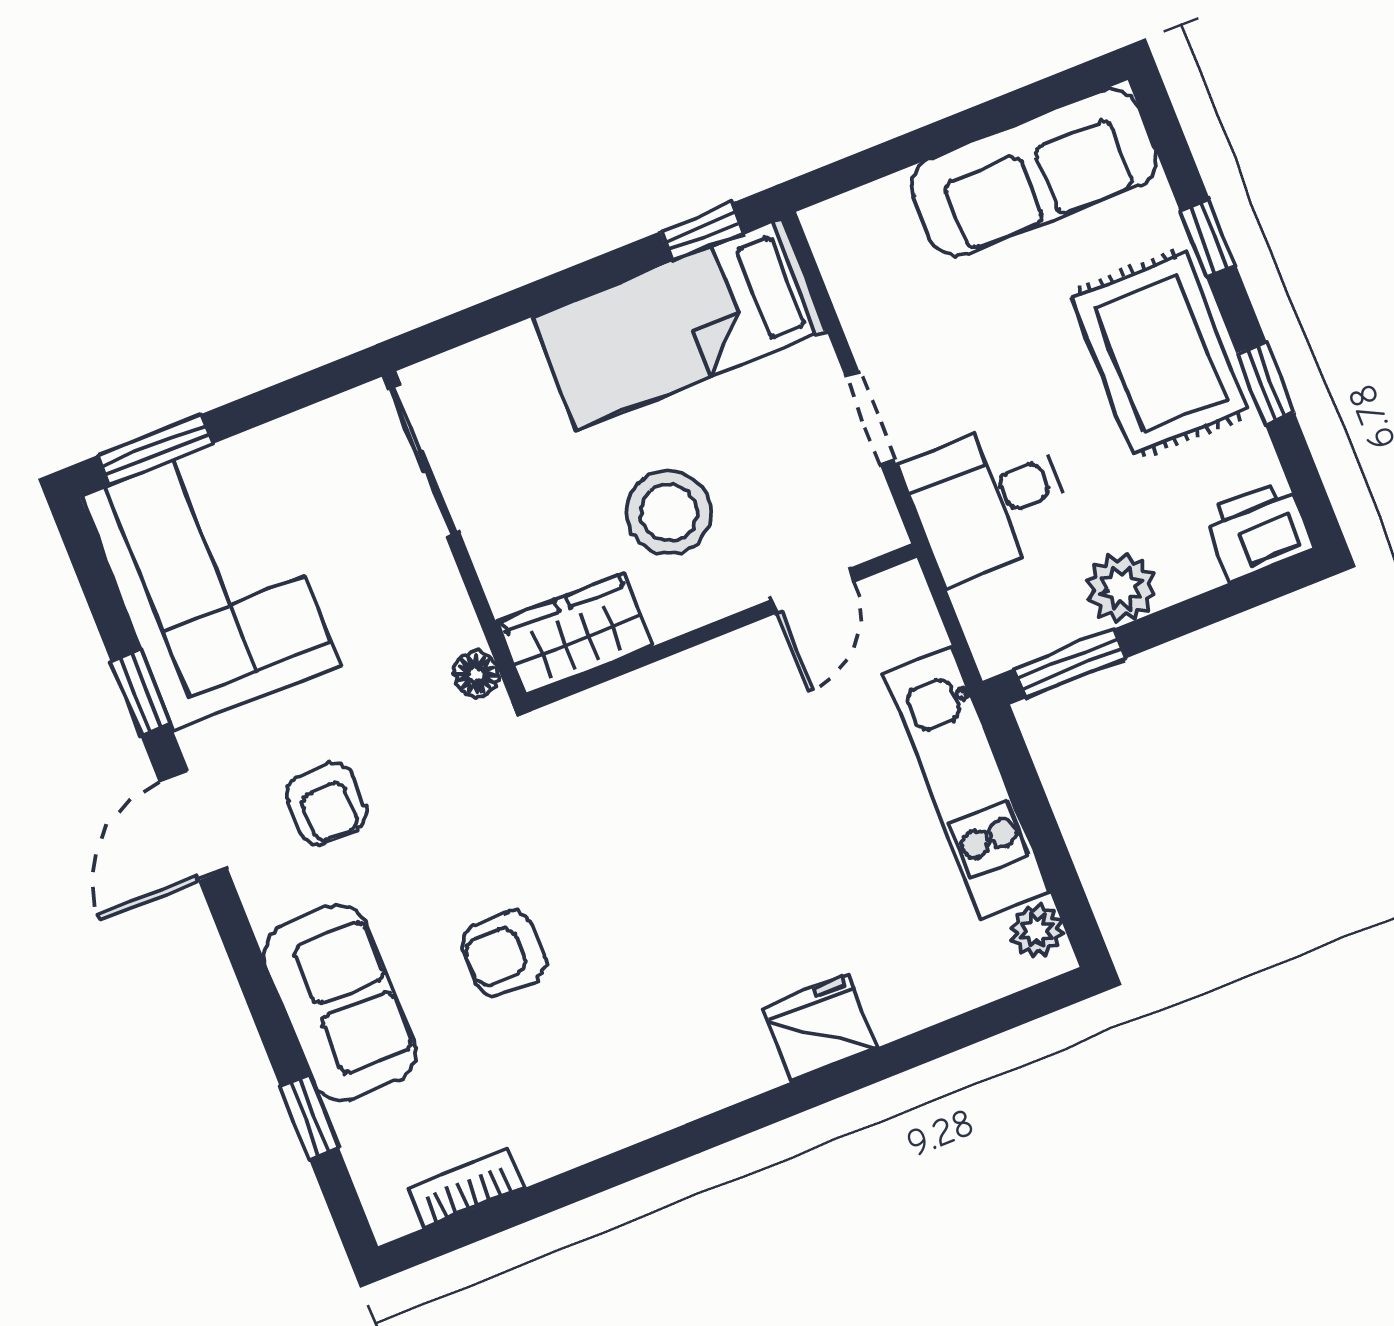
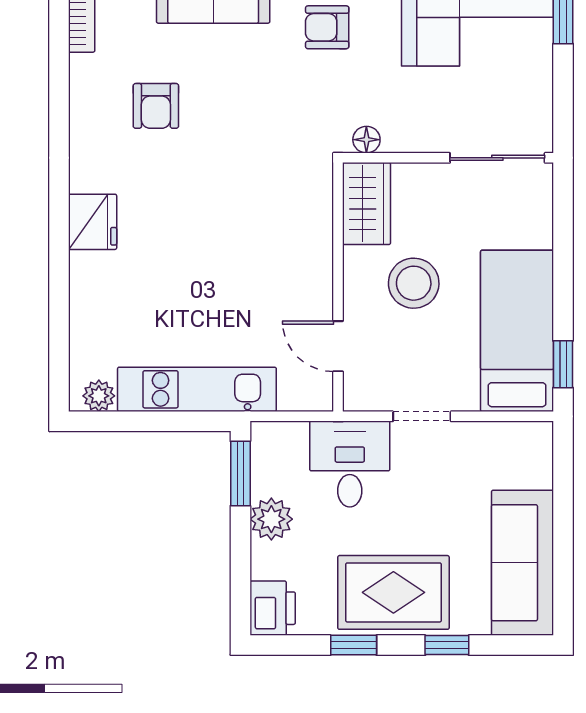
armchair: (504, 954) -> (156, 106), moved, turned 180
fridge: (820, 1028) -> (93, 222), moved

